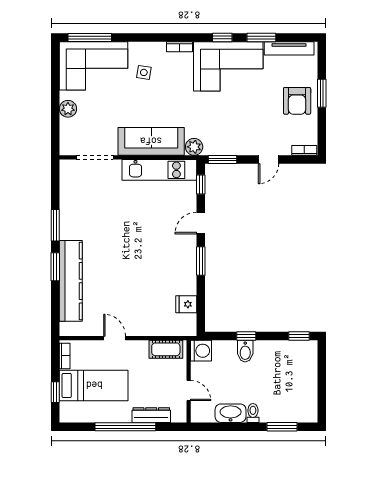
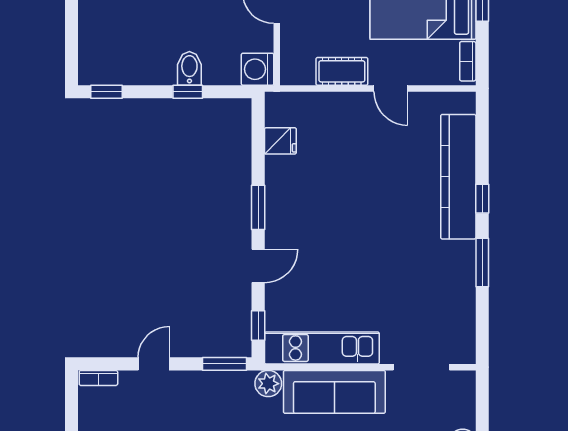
window: (55, 267) -> (482, 199), width x0.67
cot: (166, 349) -> (342, 71), moved

